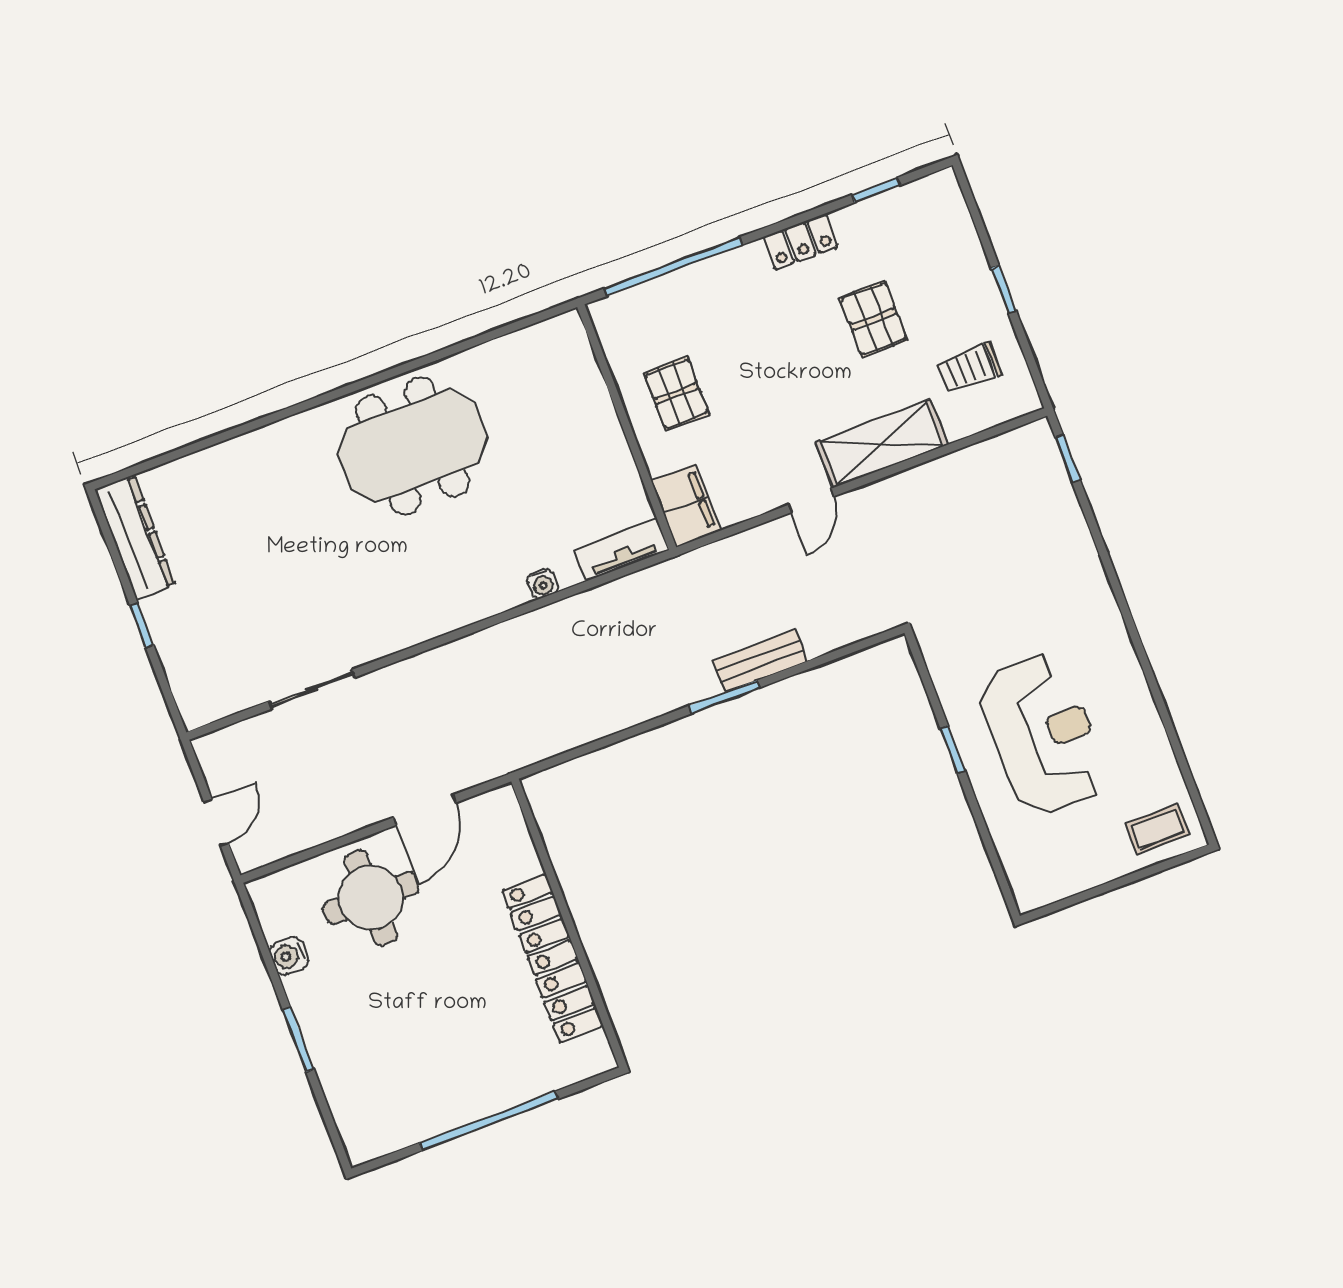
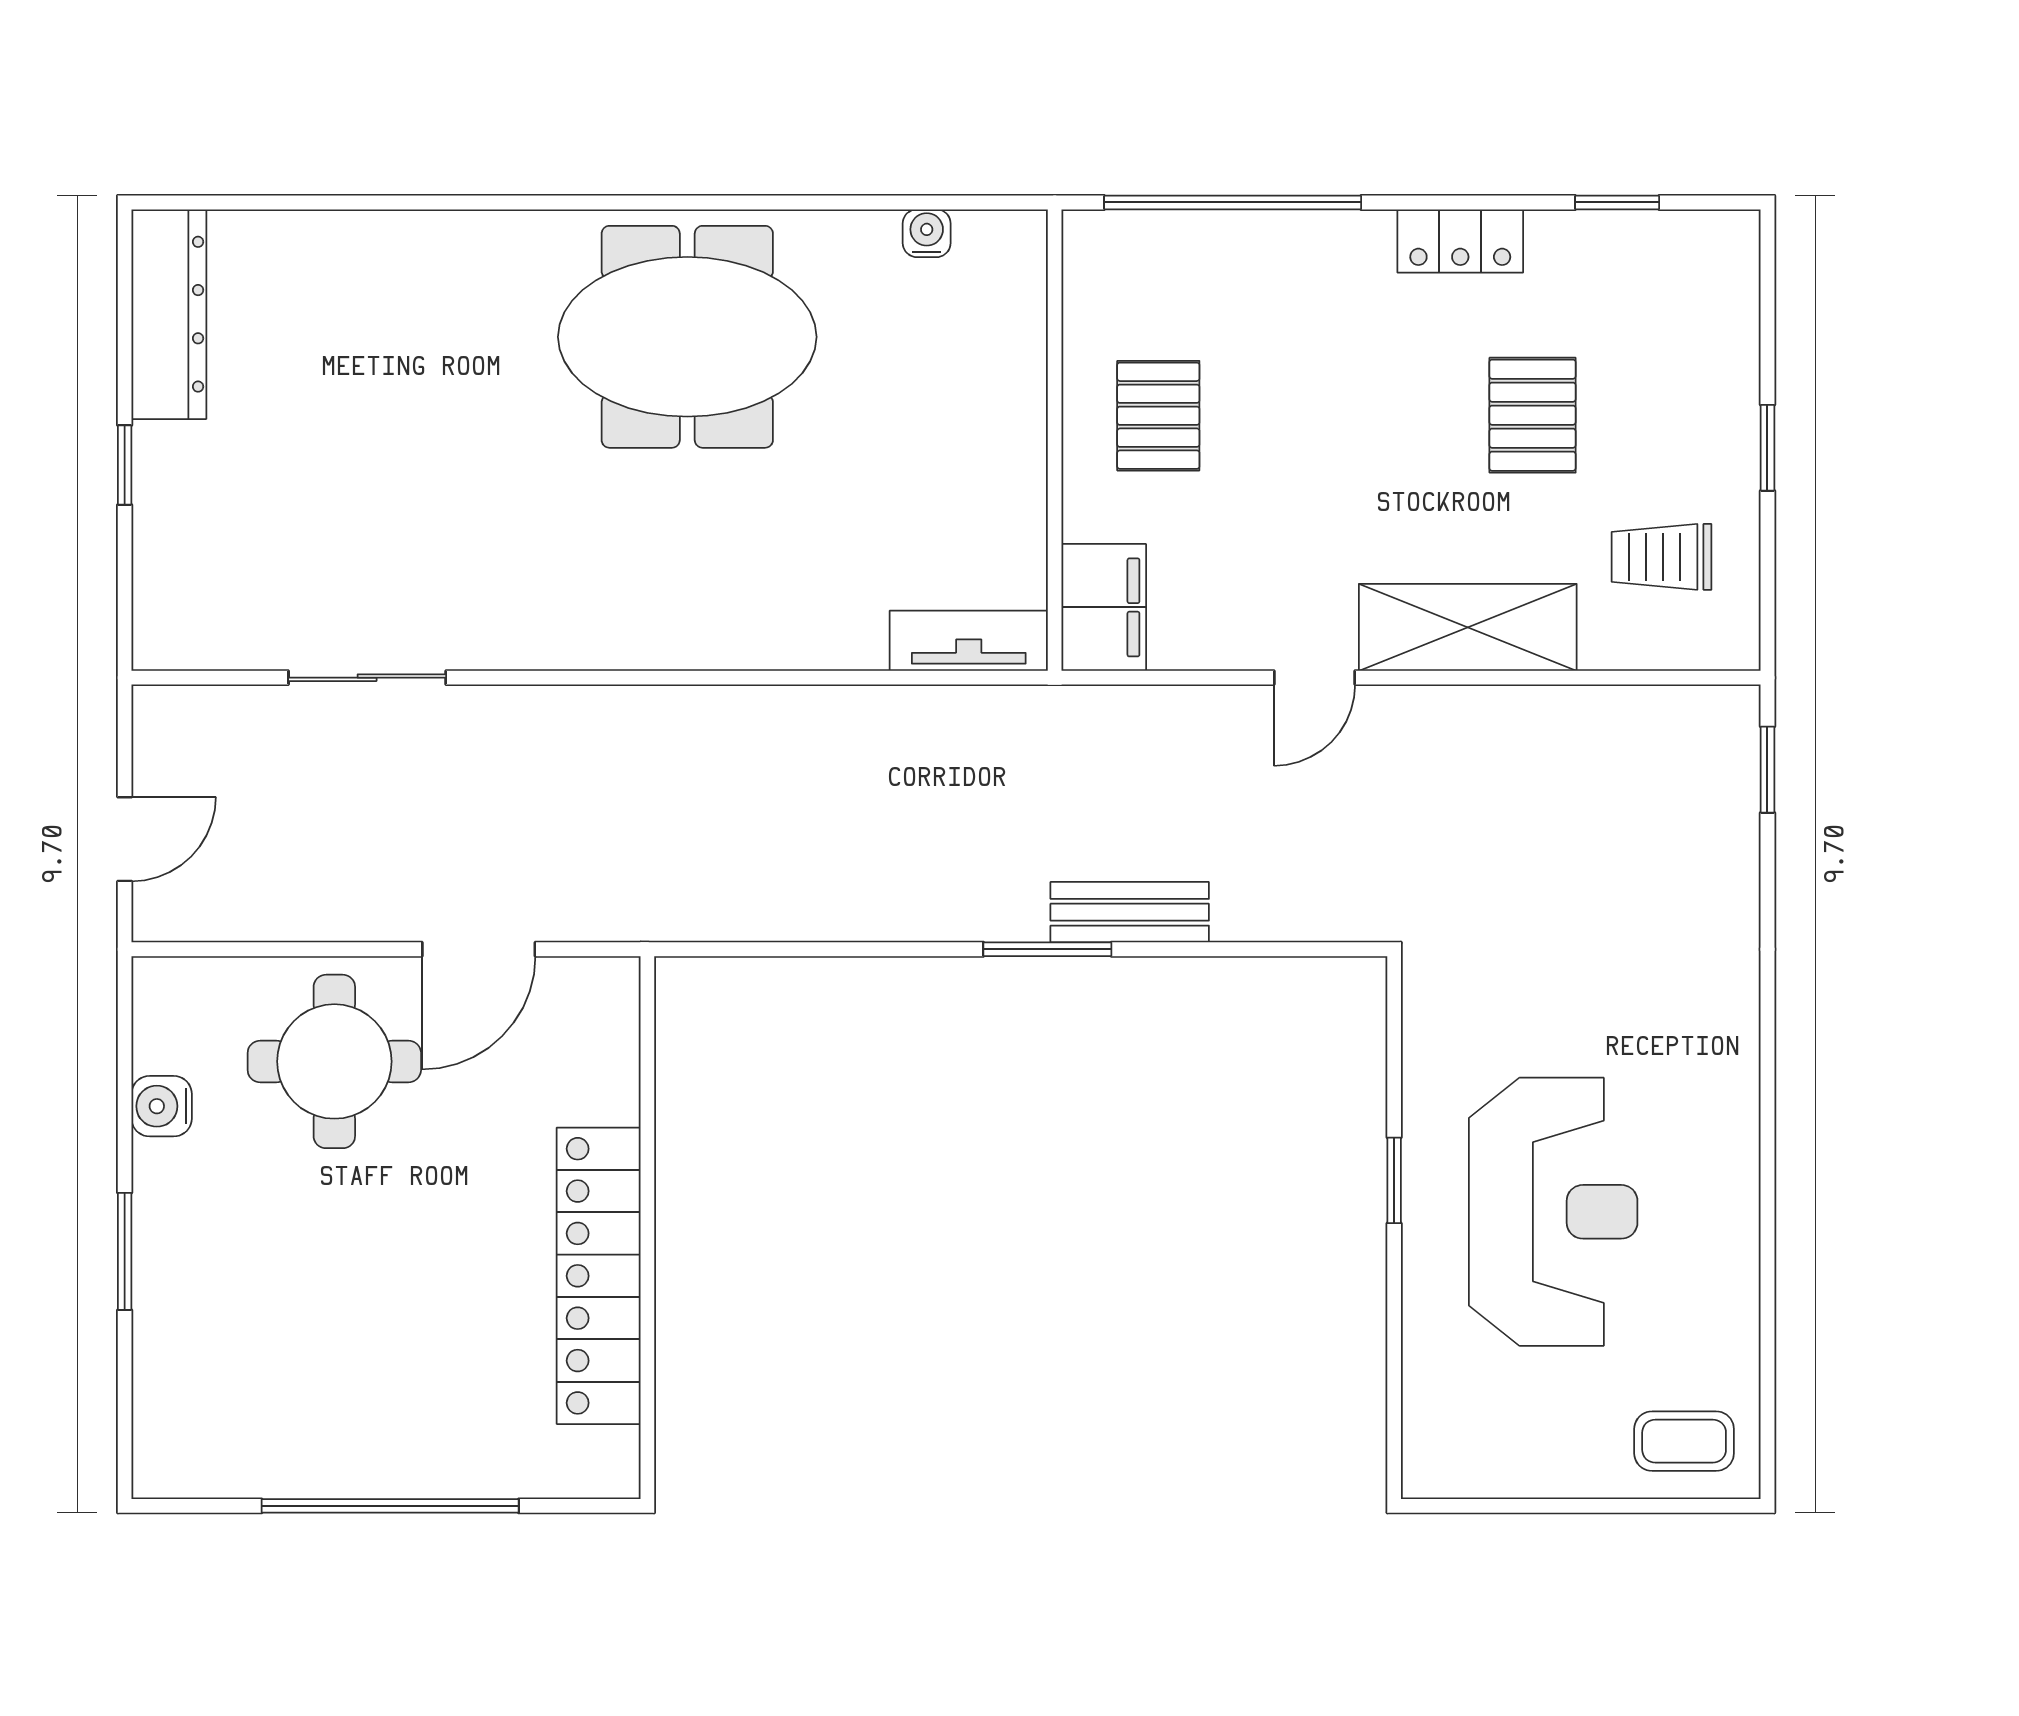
water cooler: (543, 583) -> (927, 233), moved, turned 180

